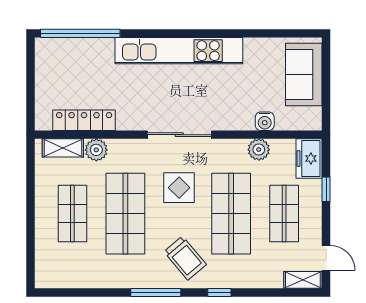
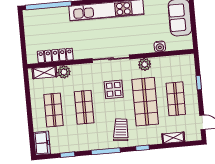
plant: (259, 150) -> (145, 64), moved
freezer: (309, 158) -> (42, 143), moved, turned 180
shop shelf: (125, 214) -> (84, 107), width x0.70, depth x0.74
trolley: (185, 258) -> (121, 130), turned -133
shelving: (303, 280) -> (173, 138), moved
window: (89, 292) -> (67, 155), added

